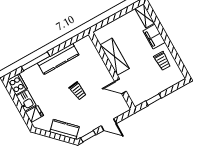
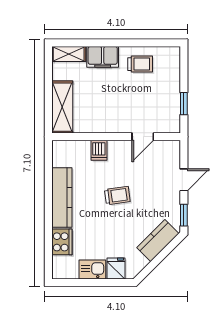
shelving: (115, 57) -> (62, 107), moved, turned 90
window: (36, 61) -> (48, 229), removed
dishwasher: (98, 65) -> (99, 150), added
cooker: (17, 84) -> (62, 242), moved, turned 90

